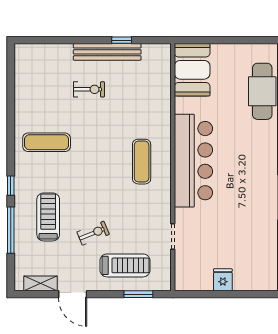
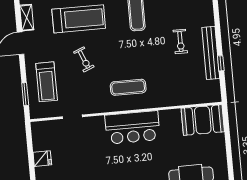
bar counter: (193, 161) -> (132, 127), width x0.73
treadmill: (48, 217) -> (79, 19), width x1.37, depth x1.38
exercise bike: (93, 233) -> (84, 59), moved

